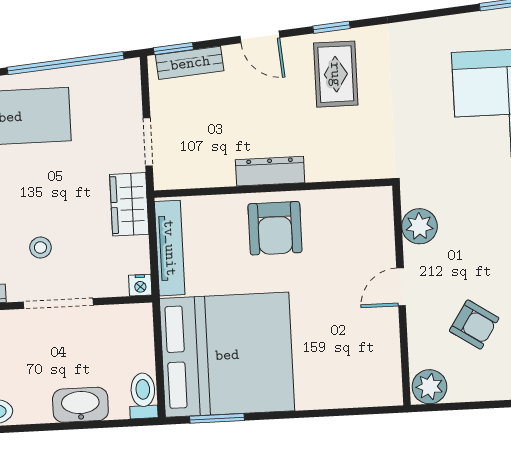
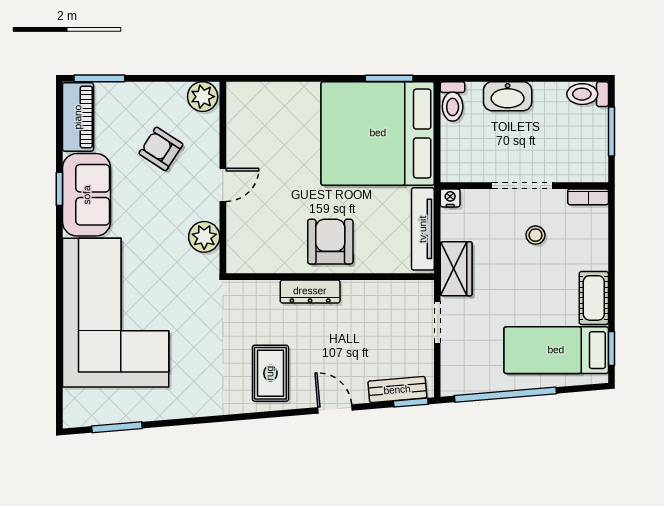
window: (331, 27) -> (272, 414), removed
dresser: (270, 171) -> (310, 291), moved

